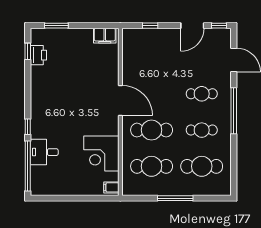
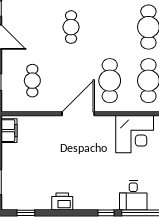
printer: (38, 55) -> (62, 201), moved
cafe table: (202, 130) -> (32, 81), moved

